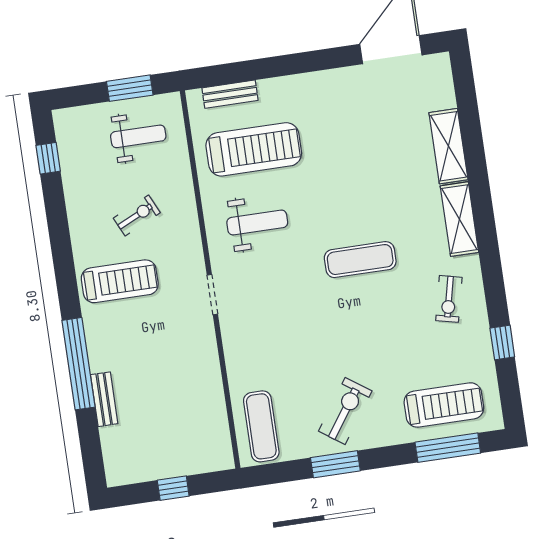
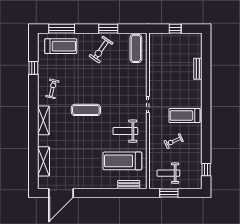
shelving: (448, 146) -> (43, 161), moved
window: (79, 364) -> (206, 85), removed
treadmill: (444, 405) -> (61, 46), turned 180

